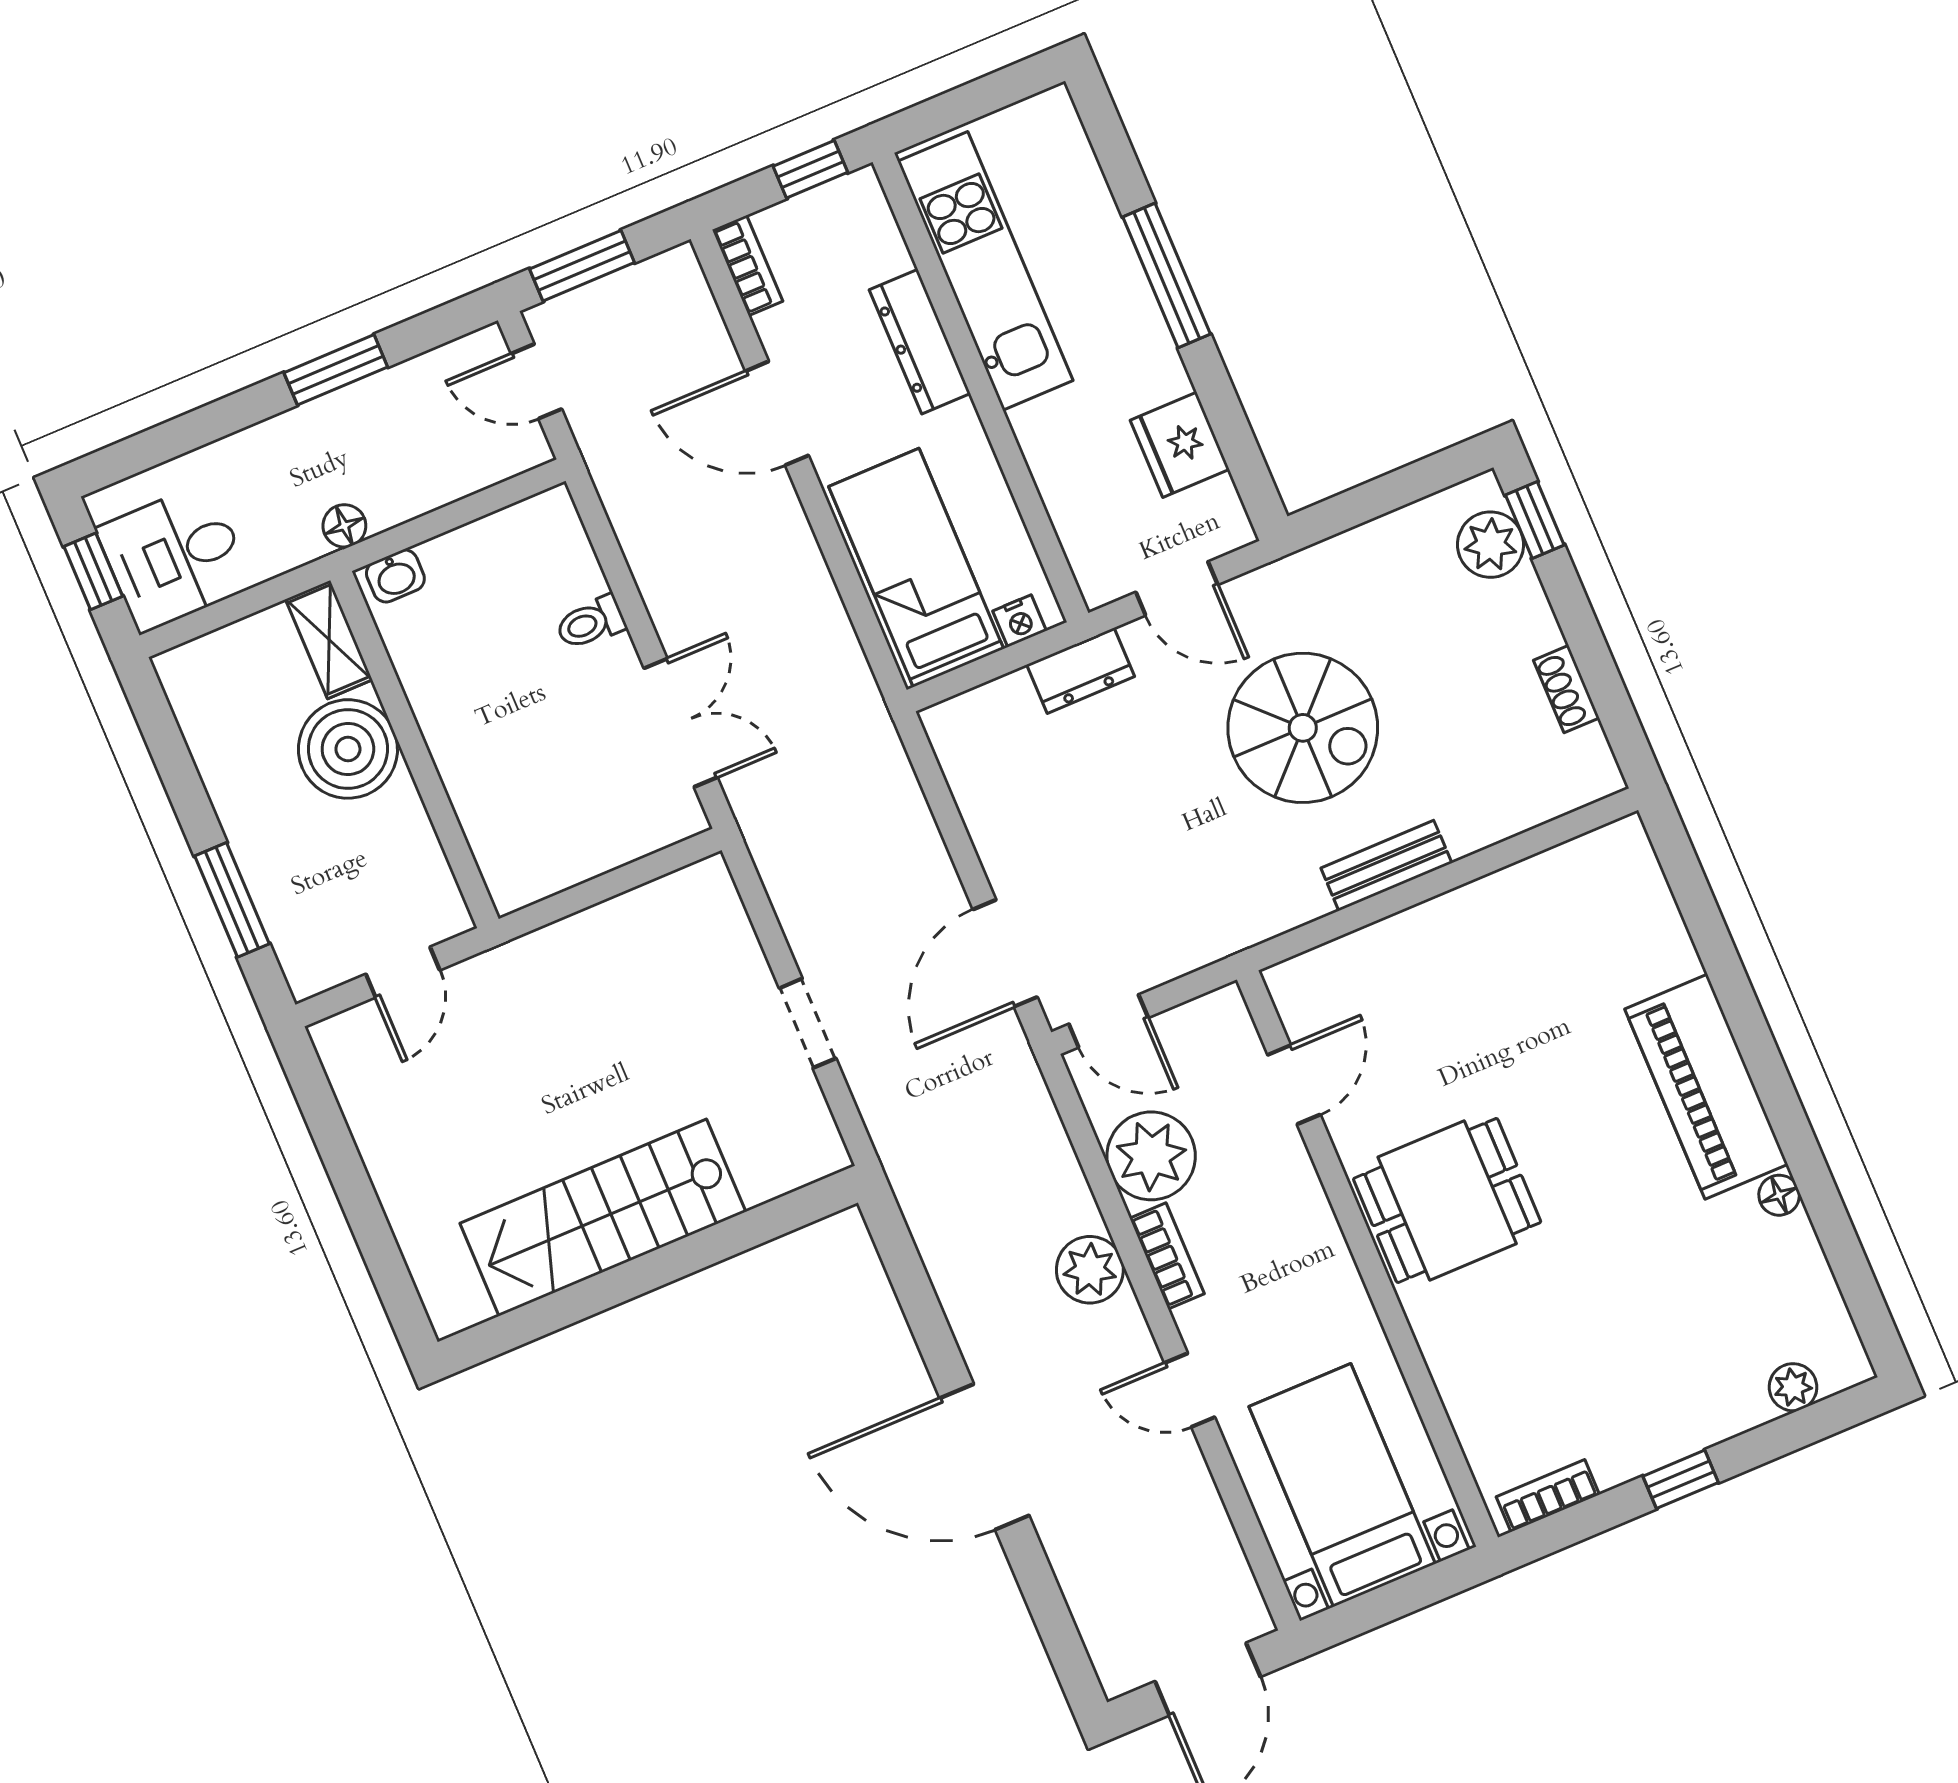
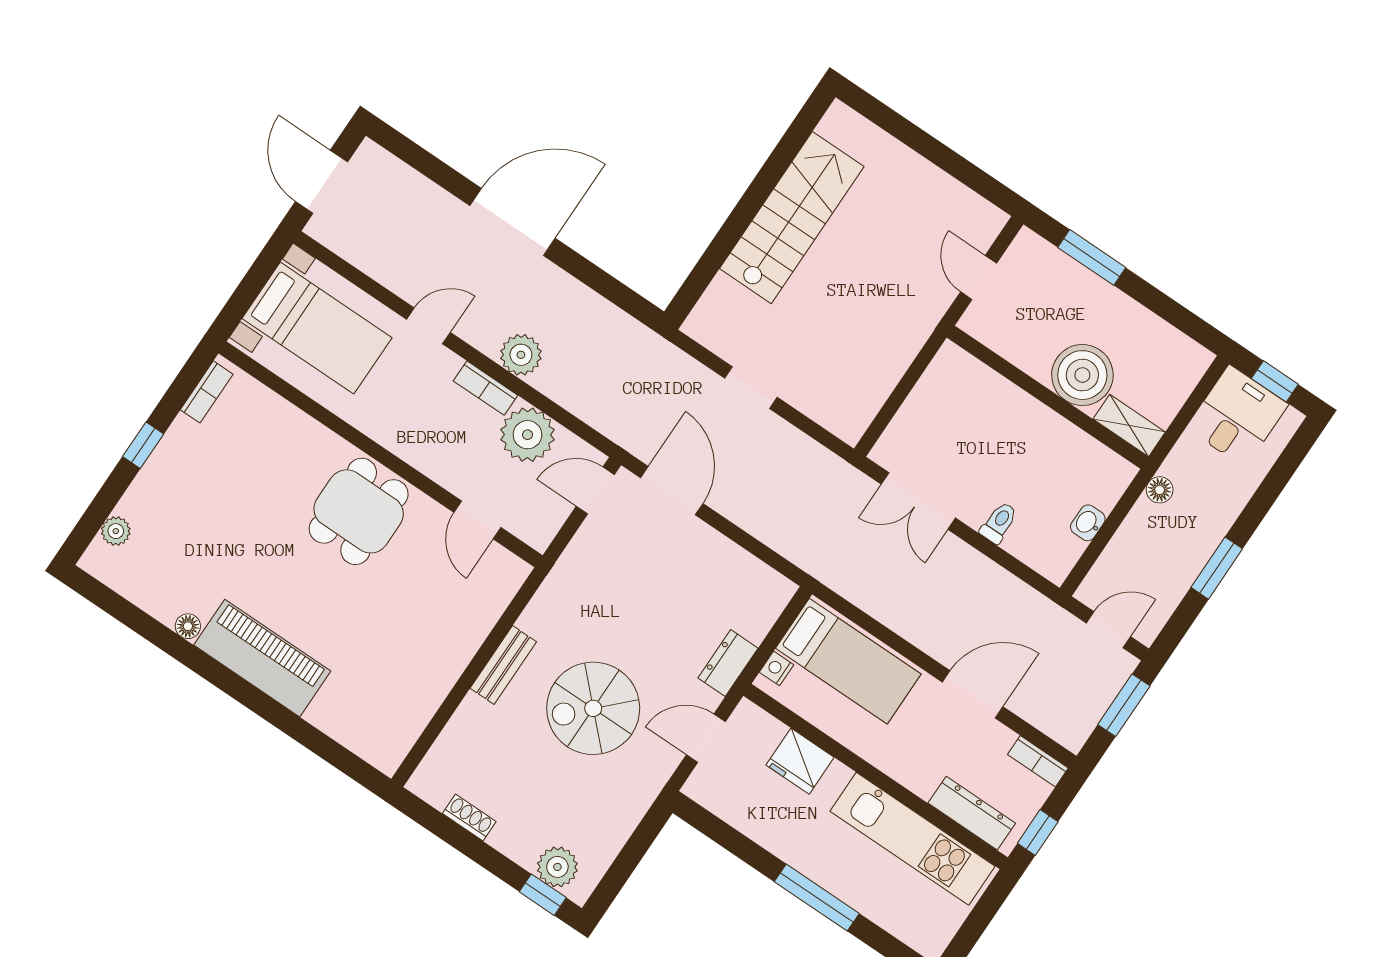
dresser: (920, 342) -> (972, 813), moved
fridge: (1180, 445) -> (800, 761), moved, turned 180
washbasin: (395, 576) -> (1088, 523), moved

